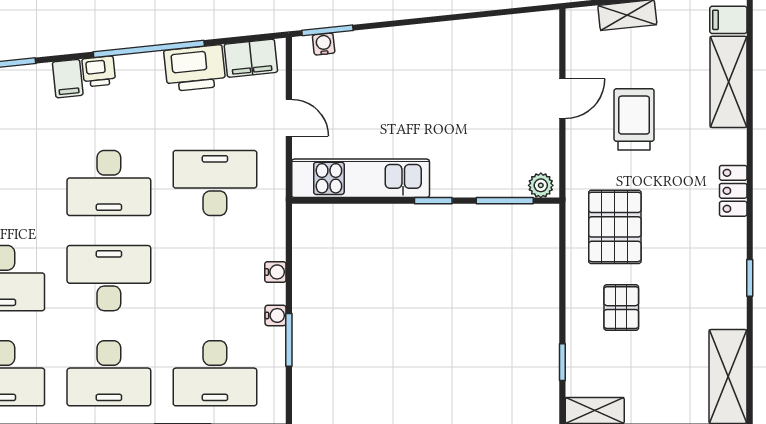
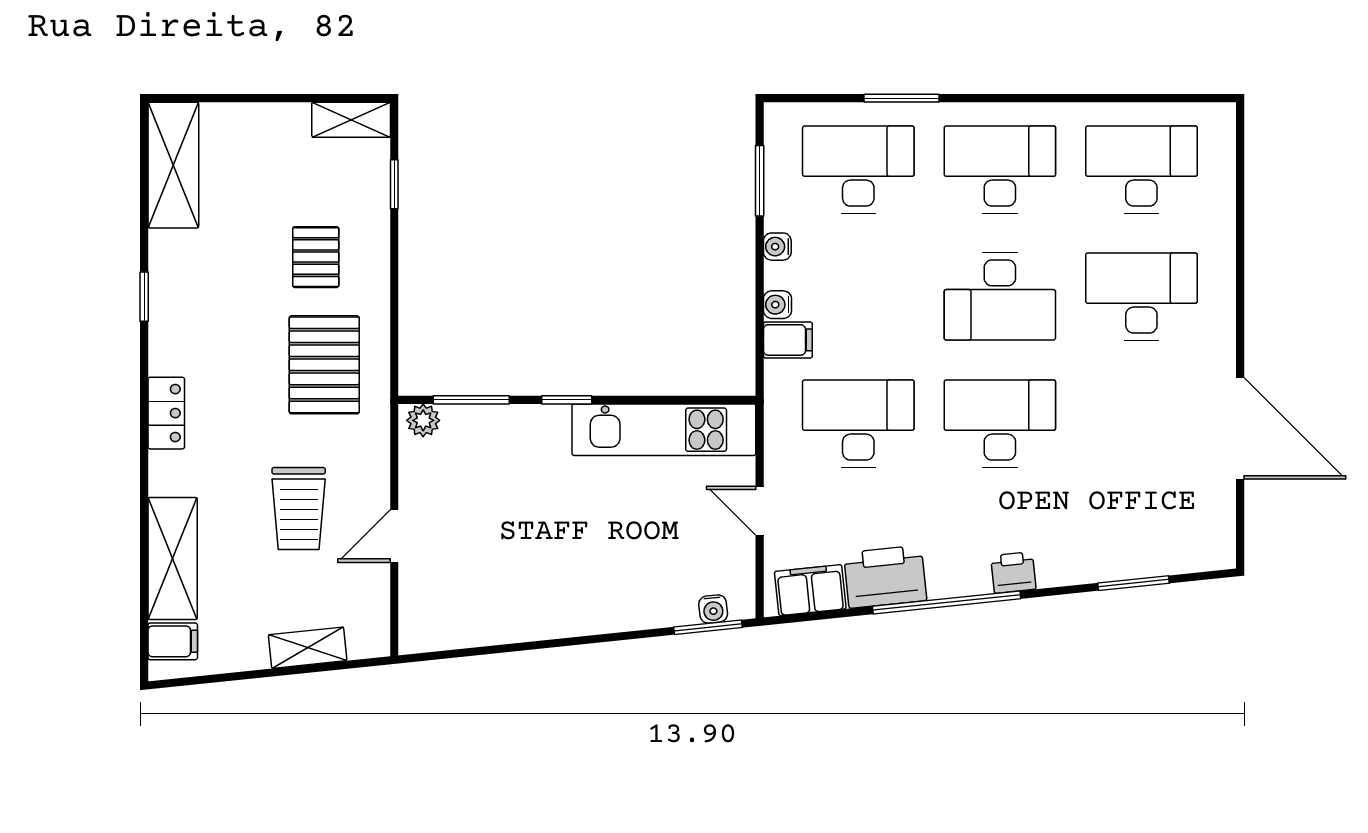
filing cabinet: (68, 79) -> (788, 340), moved, turned 96
desk: (215, 183) -> (858, 423), turned 180
window: (289, 340) -> (760, 181), moved

